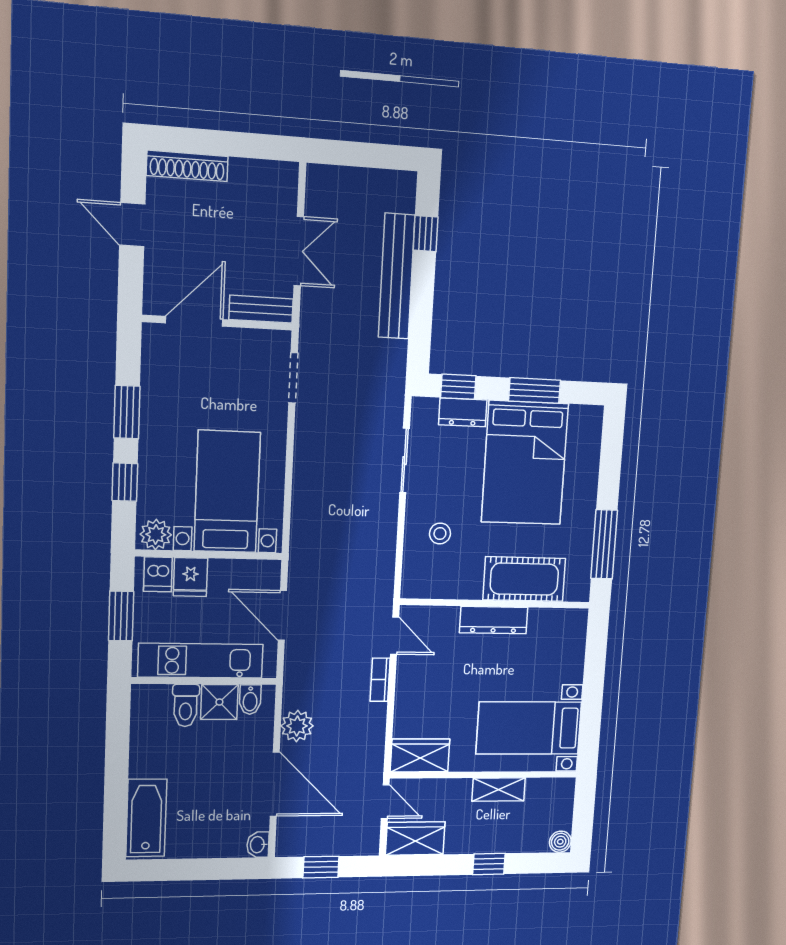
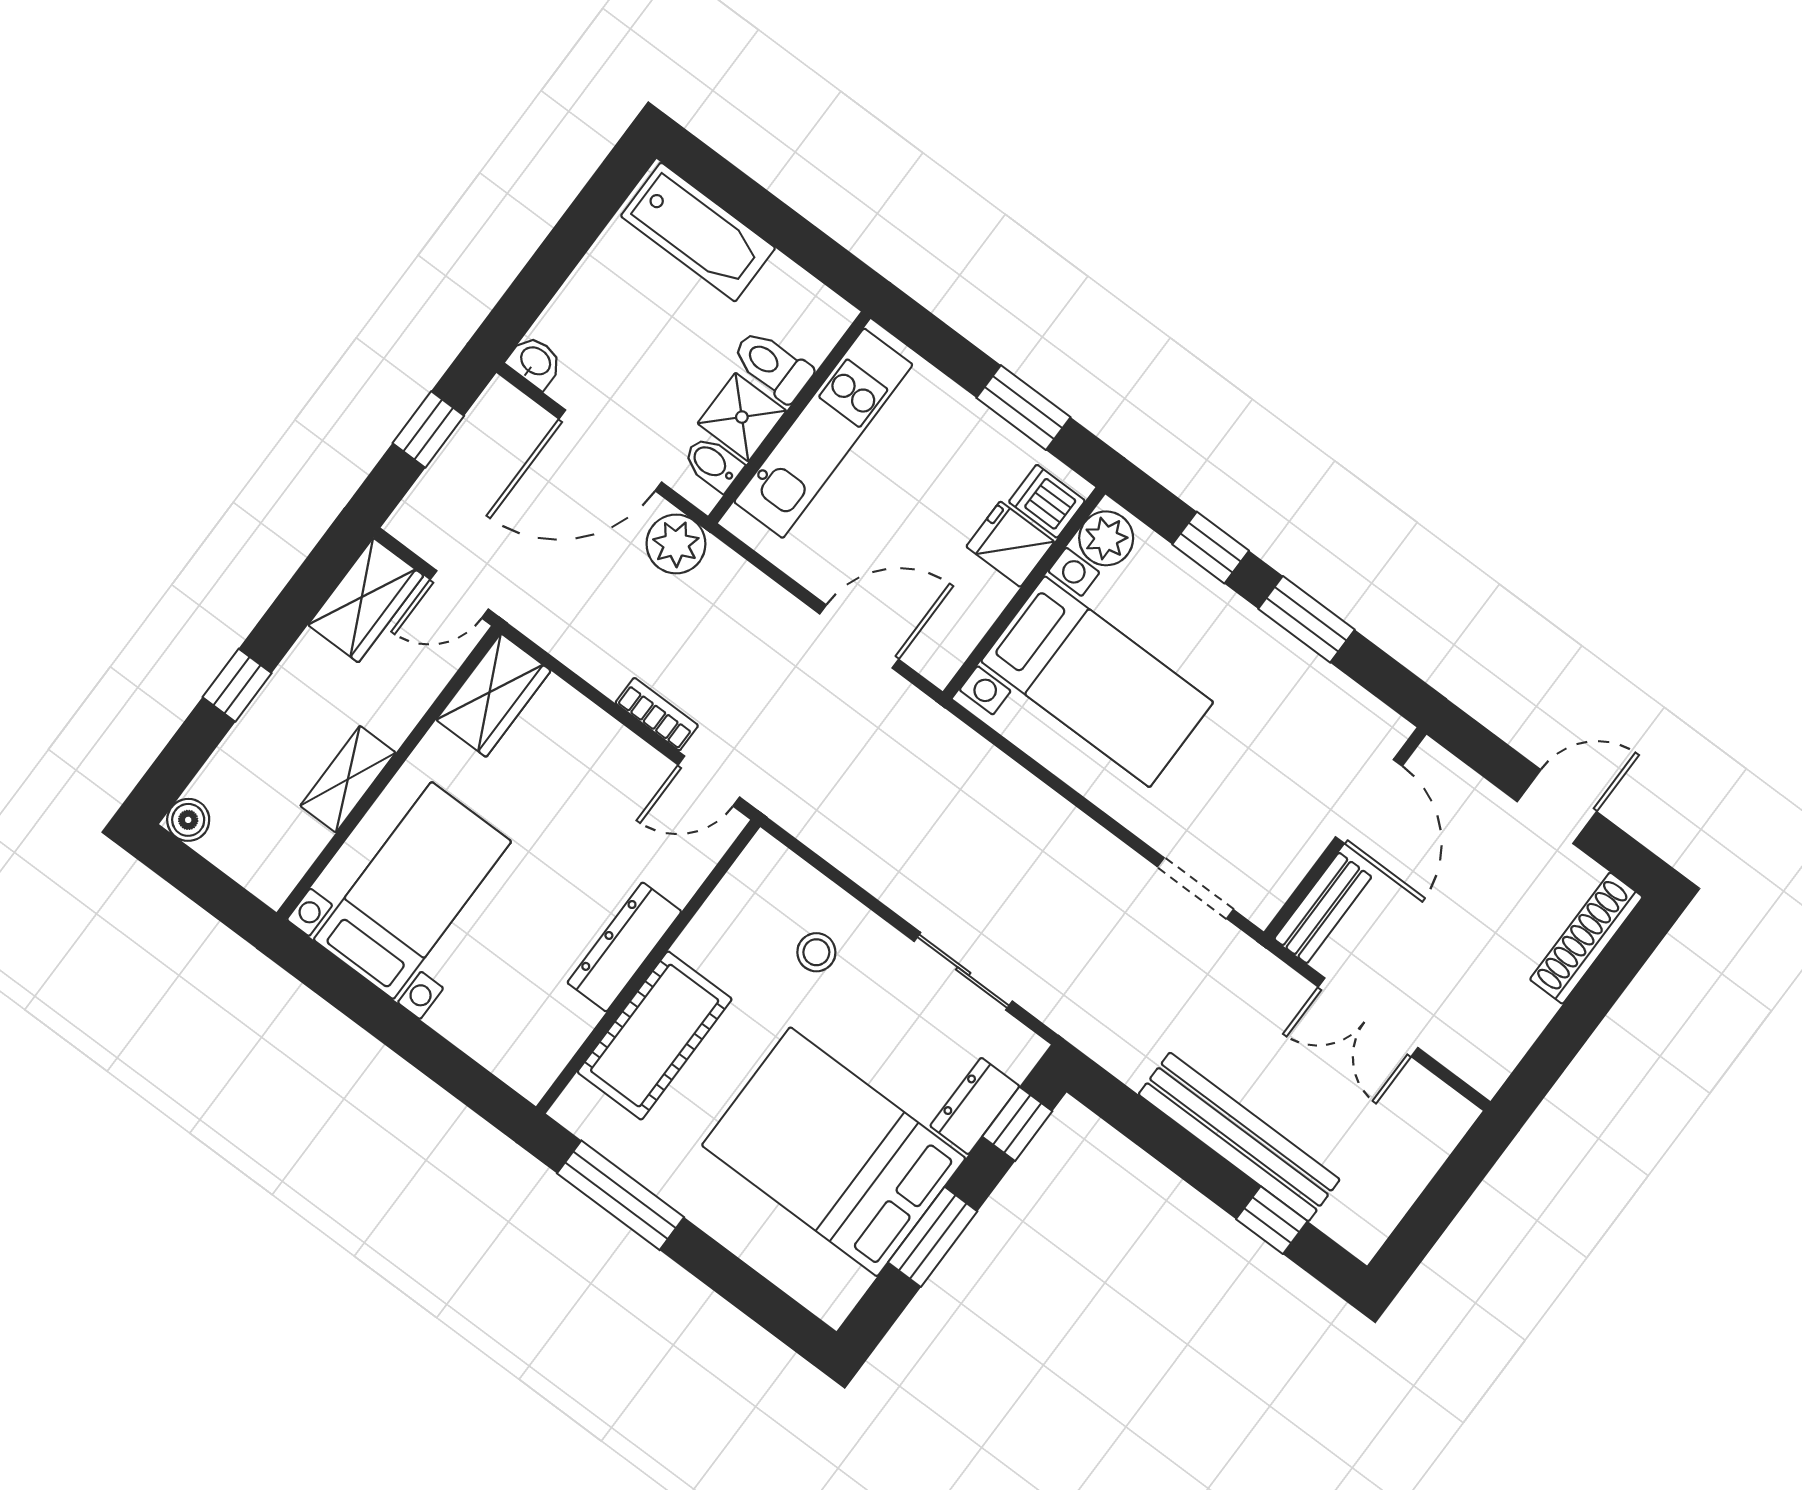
kitchen unit: (201, 661) -> (823, 433), moved
wall: (204, 681) -> (789, 417), moved
bidet: (250, 700) -> (713, 464), moved
shower: (219, 702) -> (742, 417), moved
toilet: (186, 705) -> (772, 366), moved

